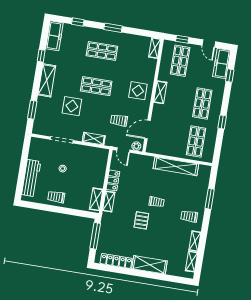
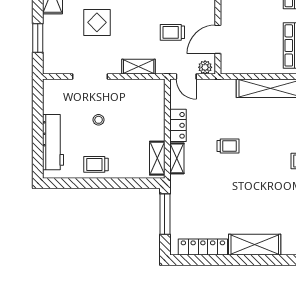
trolley: (157, 202) -> (228, 146), moved
pallet: (141, 220) -> (231, 179), removed

